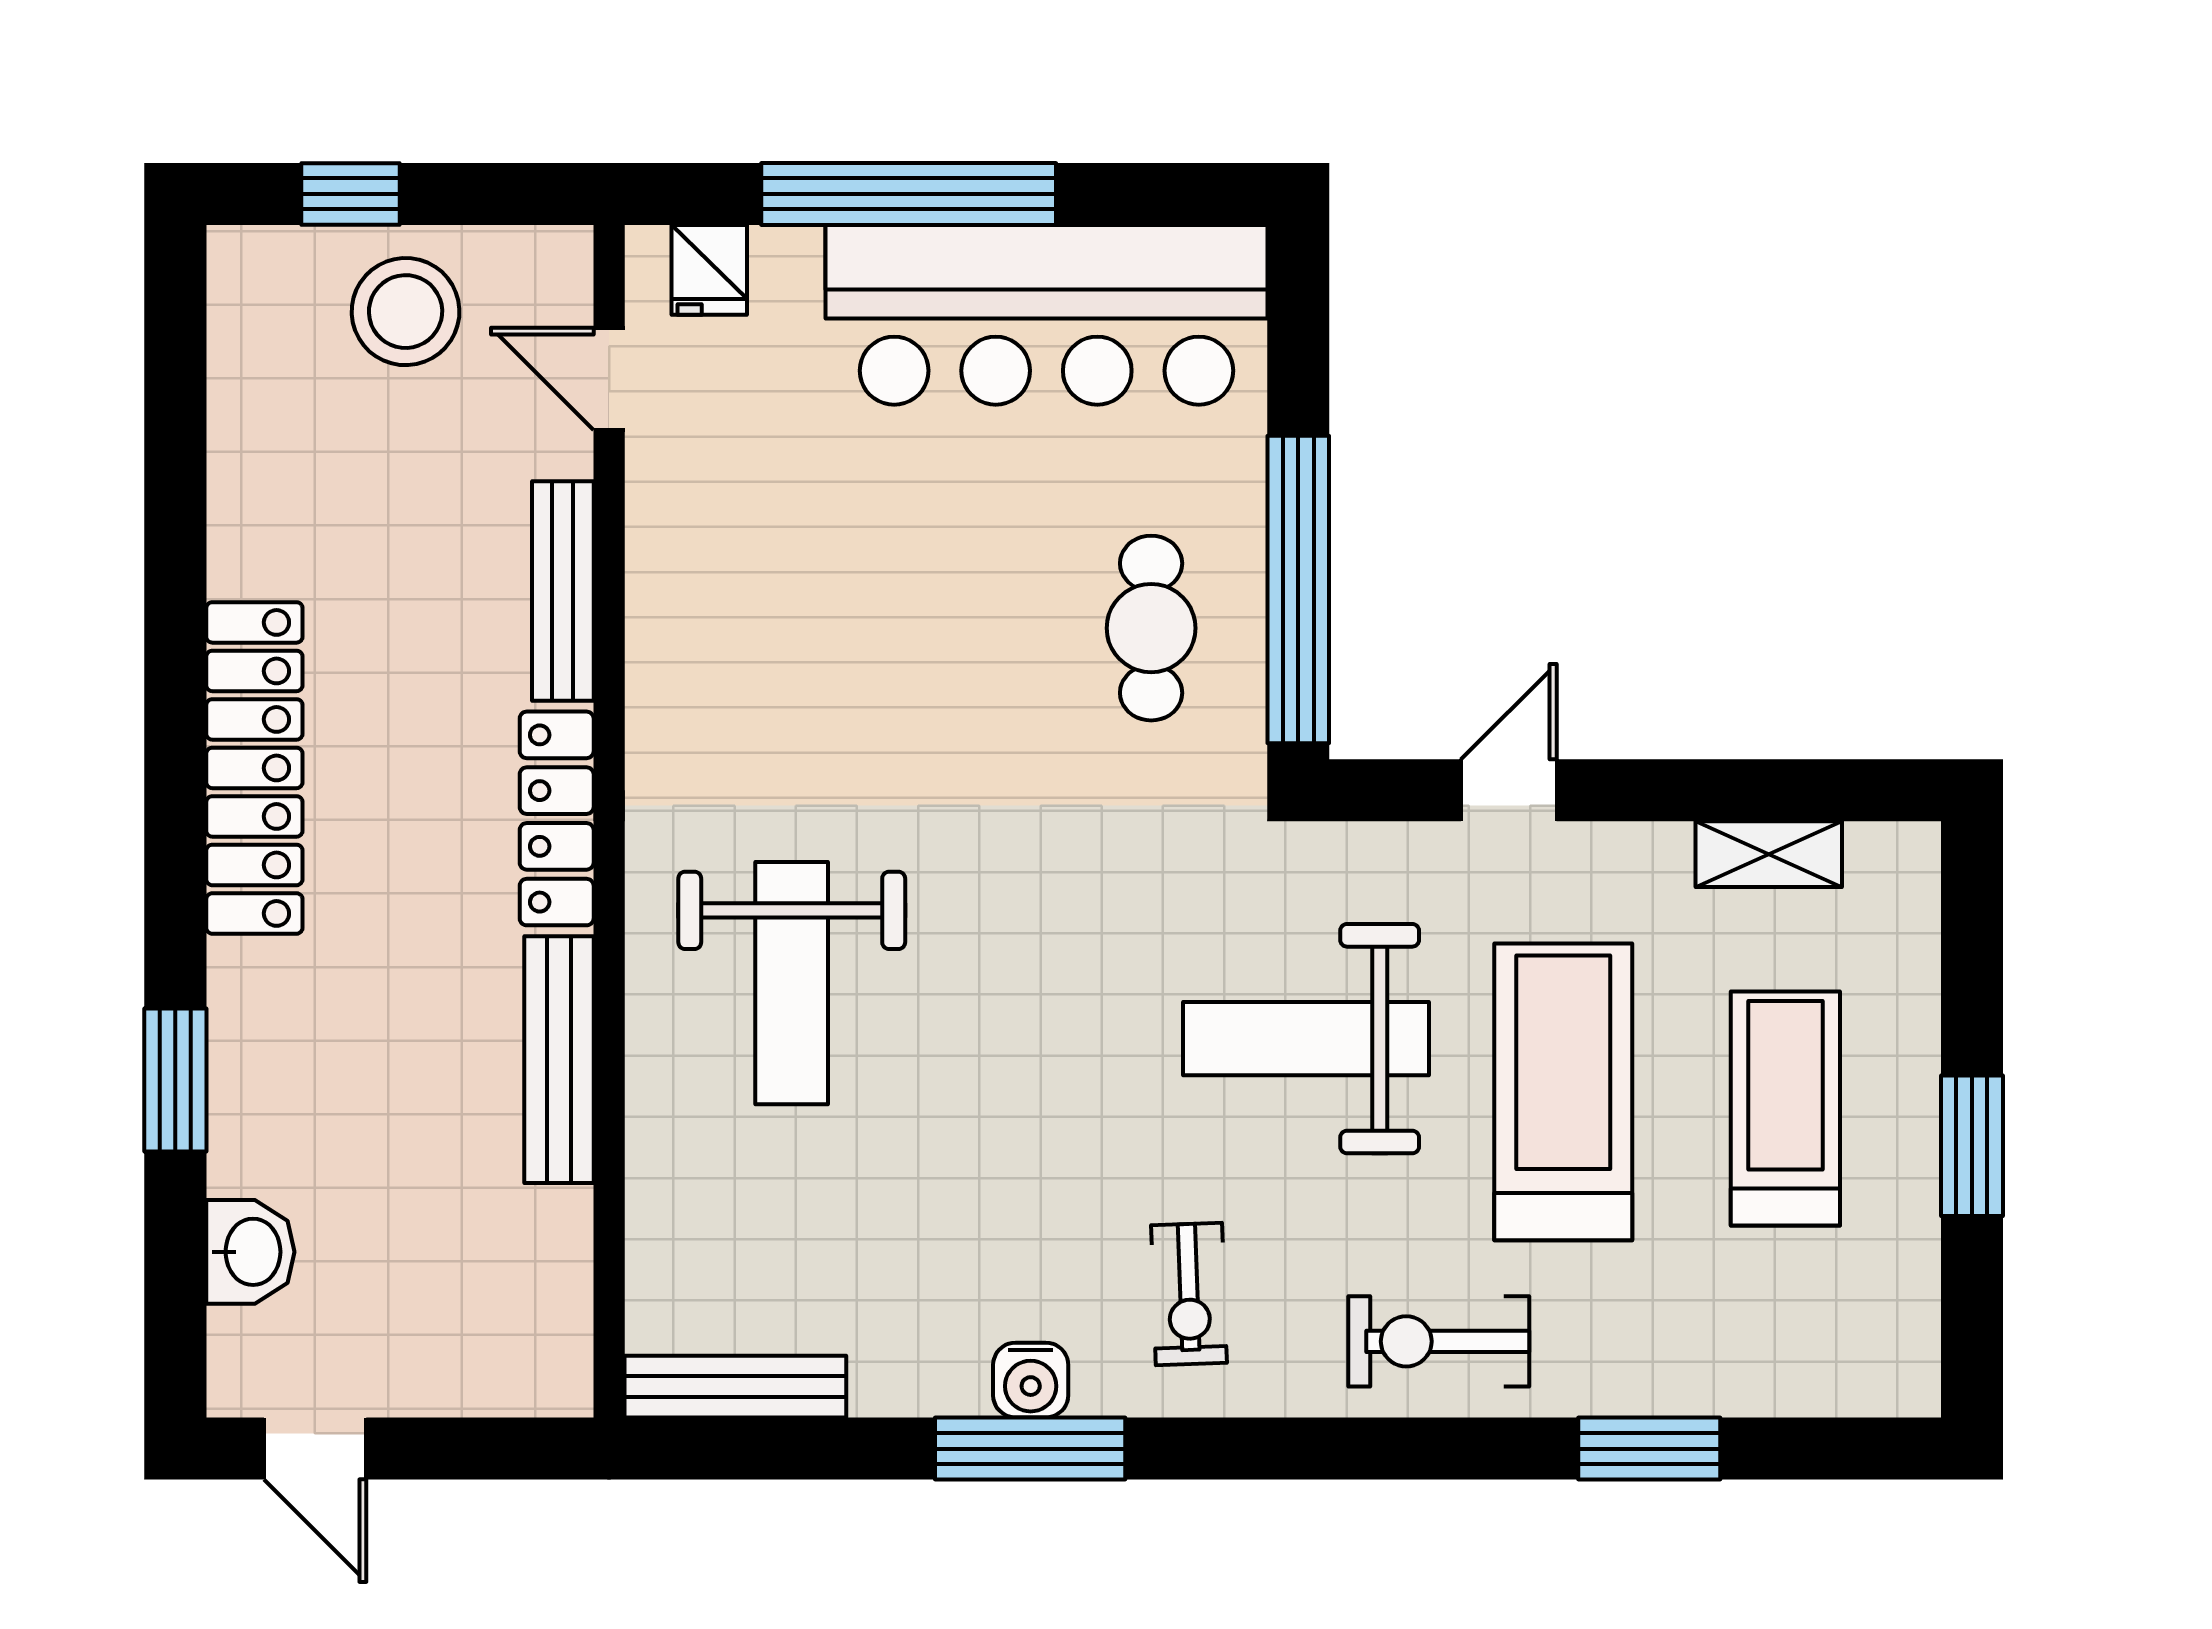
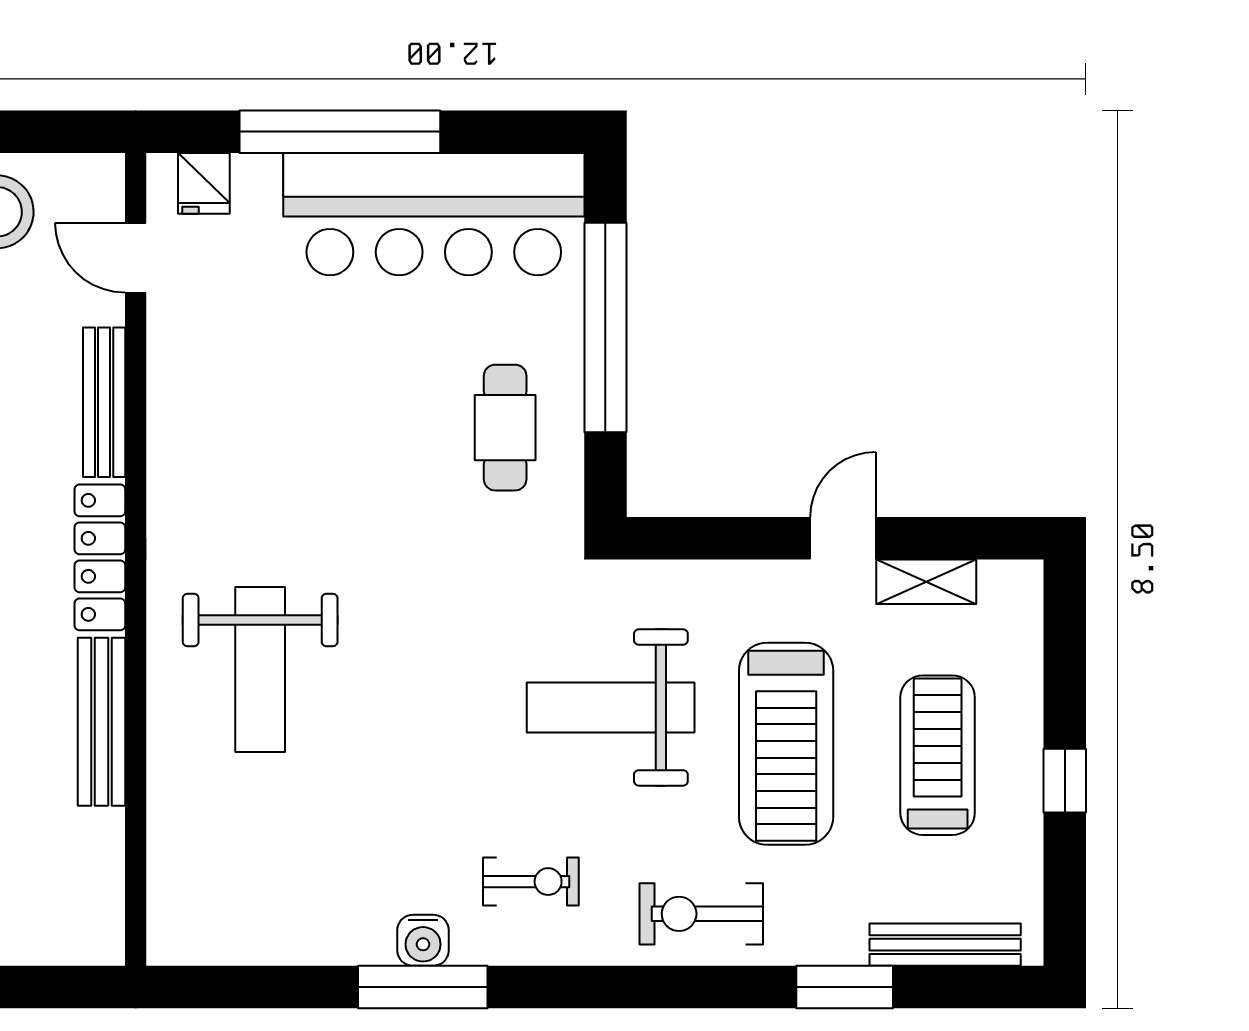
window: (1298, 590) -> (605, 328), moved
door: (1509, 790) -> (843, 538), moved
treadmill: (1563, 1092) -> (786, 744), turned 180
window: (1972, 1146) -> (1065, 781), width x0.67
exercise bike: (1189, 1294) -> (531, 882), turned -88
bench: (735, 1387) -> (945, 945), moved

